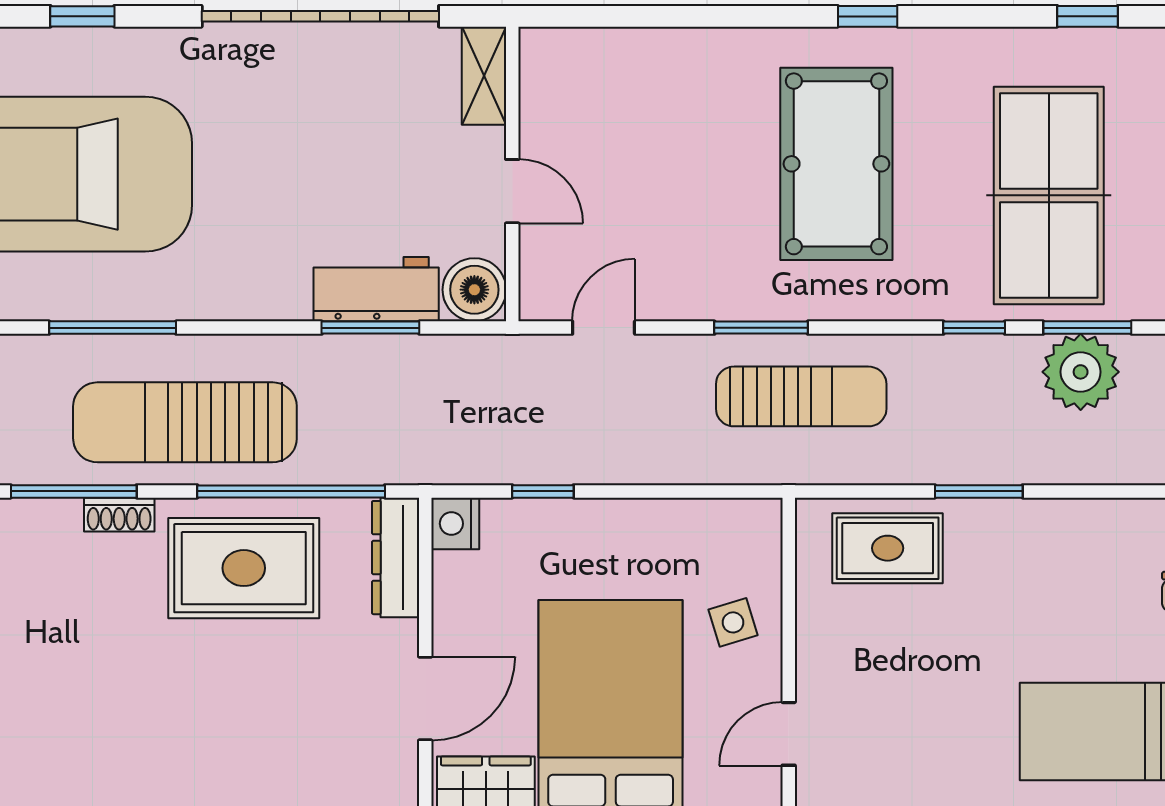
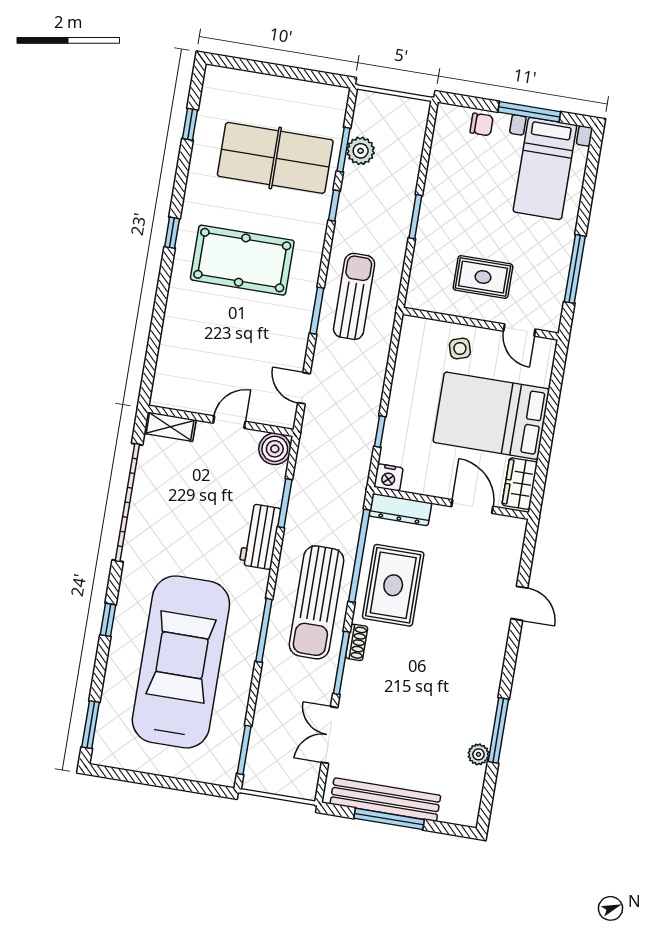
workbench: (376, 289) -> (260, 536), moved
plant: (1081, 372) -> (361, 151), width x0.73, depth x0.73
rug: (888, 548) -> (483, 277), moved, turned 90

